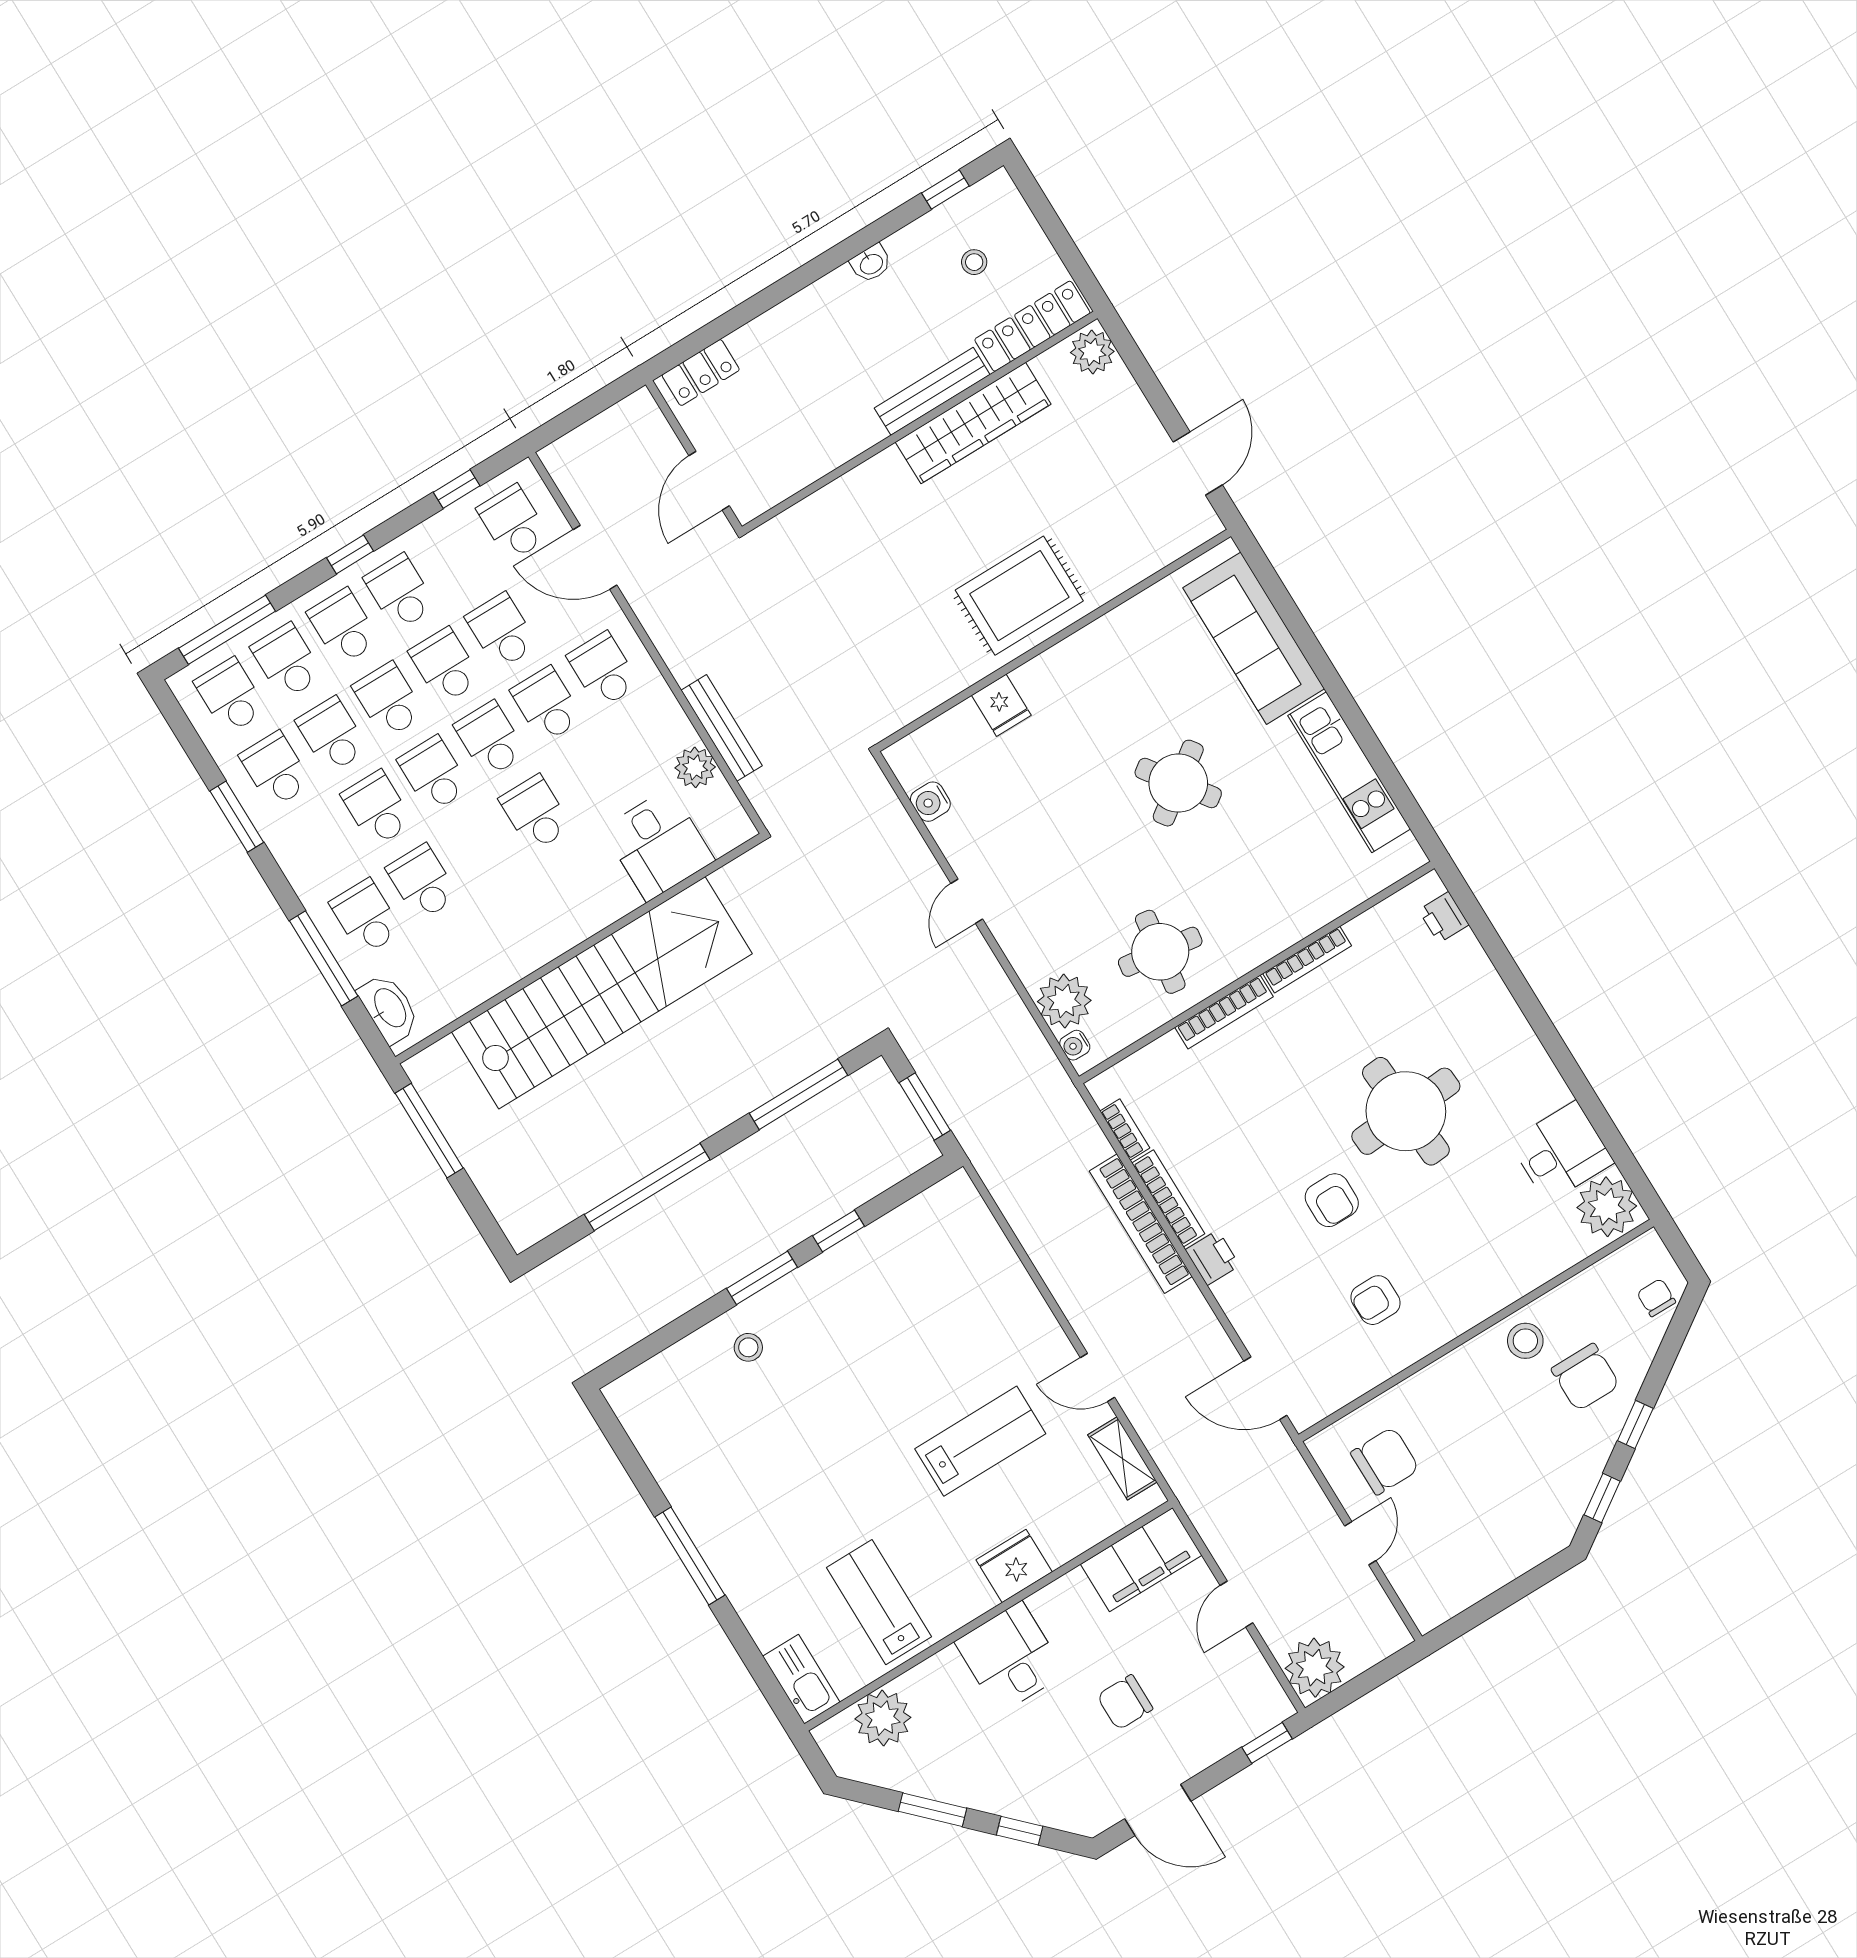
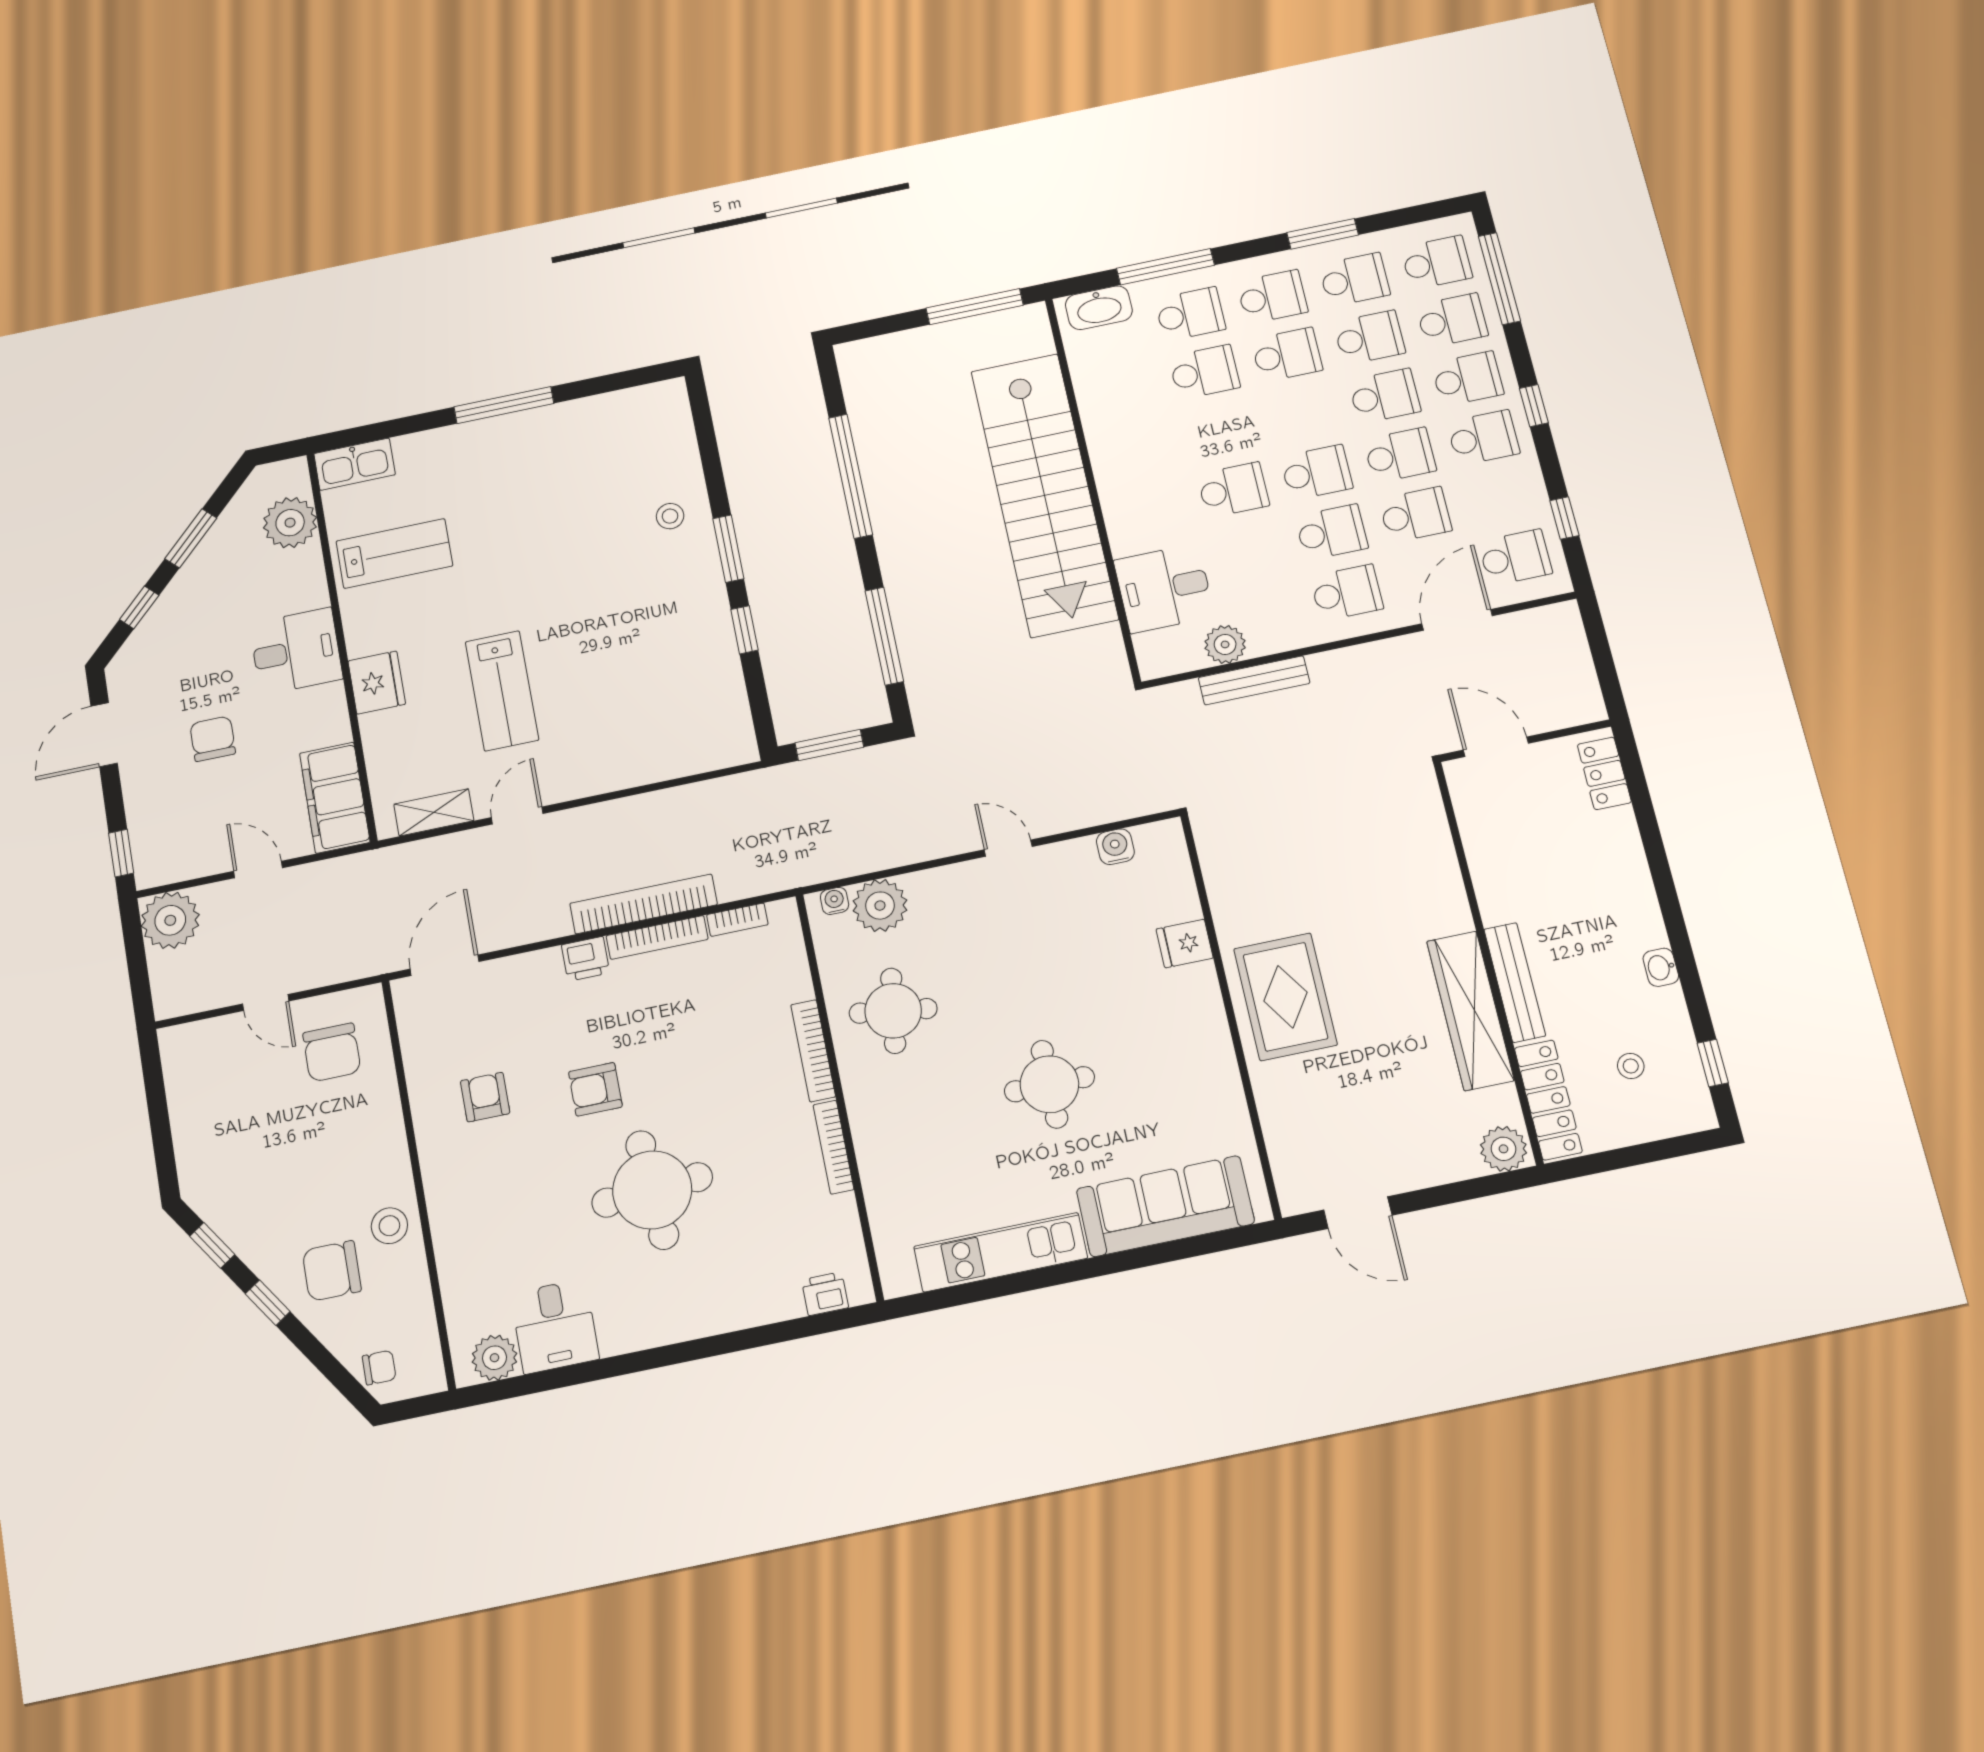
school desk: (434, 774) -> (1272, 297), moved
round table: (1178, 783) -> (1049, 1084), turned 36
plant: (1607, 1207) -> (495, 1358), width x0.73, depth x0.73

